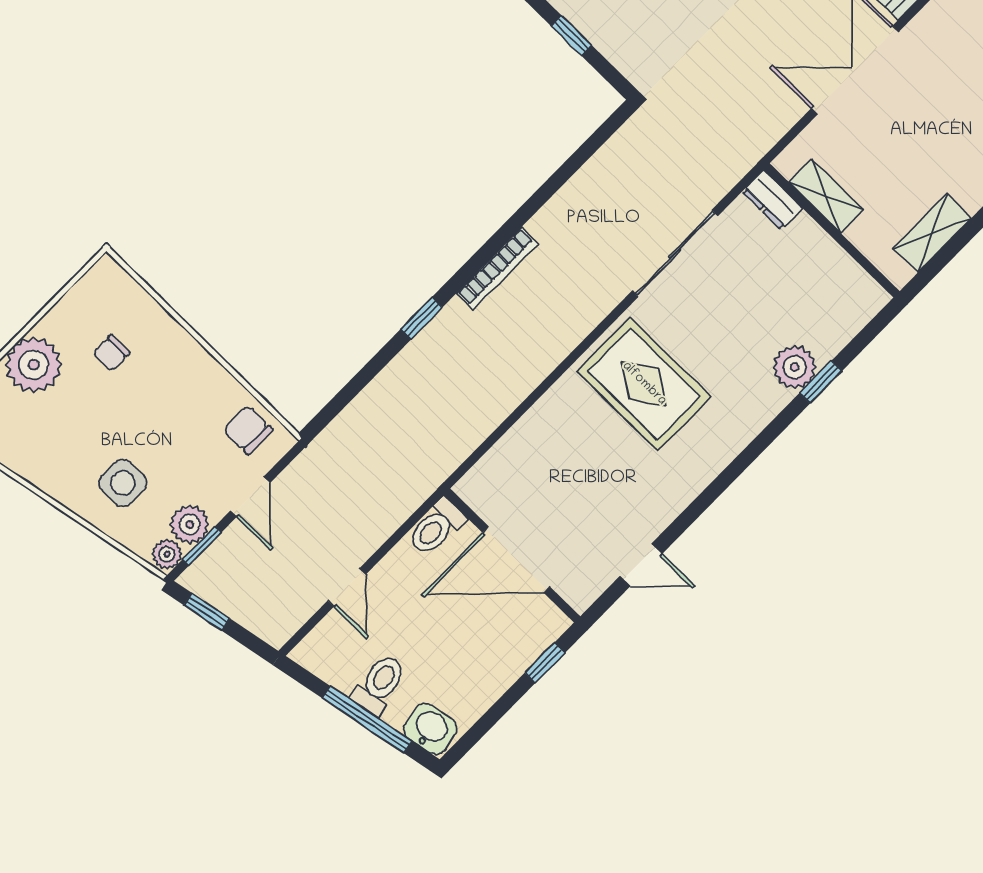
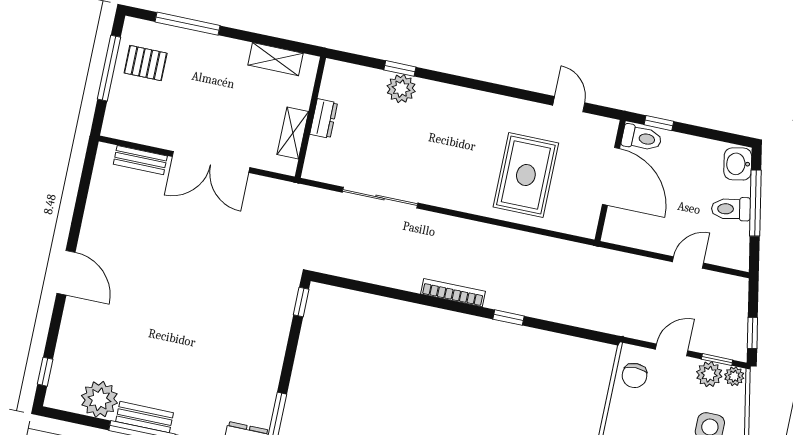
window: (571, 36) -> (301, 302), moved
dresser: (772, 200) -> (324, 118), moved
rug: (644, 384) -> (526, 175), moved
toilet: (436, 527) -> (642, 138), moved

